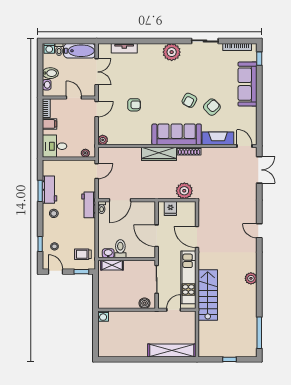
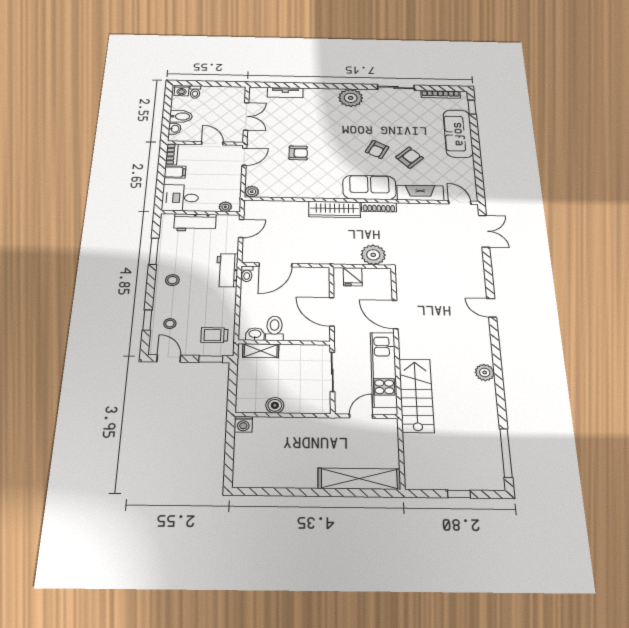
bathtub: (80, 51) -> (223, 94), removed
sofa: (177, 134) -> (369, 187), width x0.73
workbench: (49, 190) -> (195, 223), moved, turned 90
boiler: (145, 303) -> (275, 405), moved

